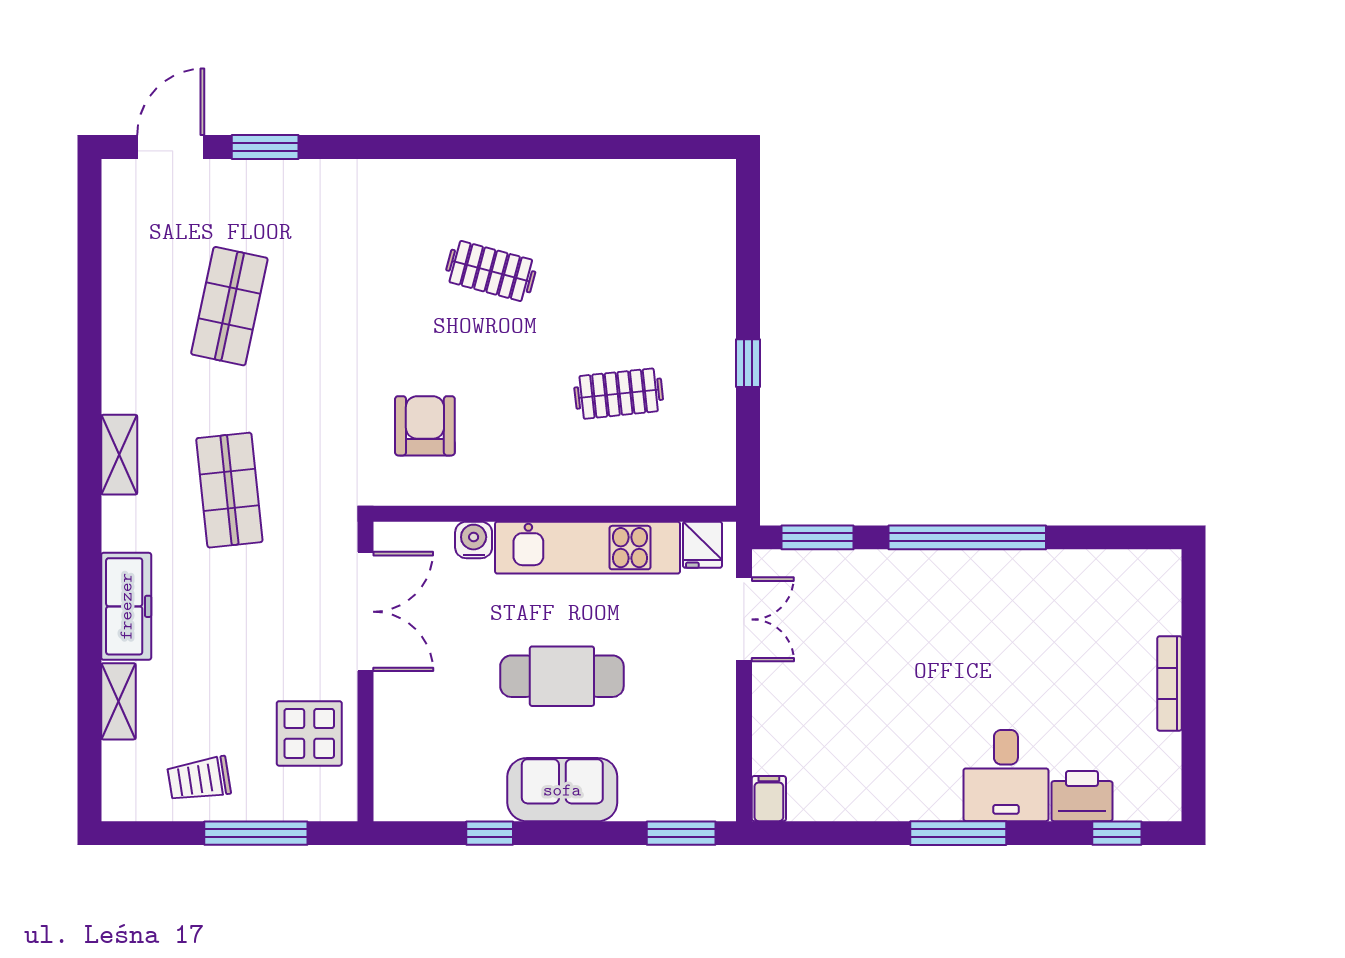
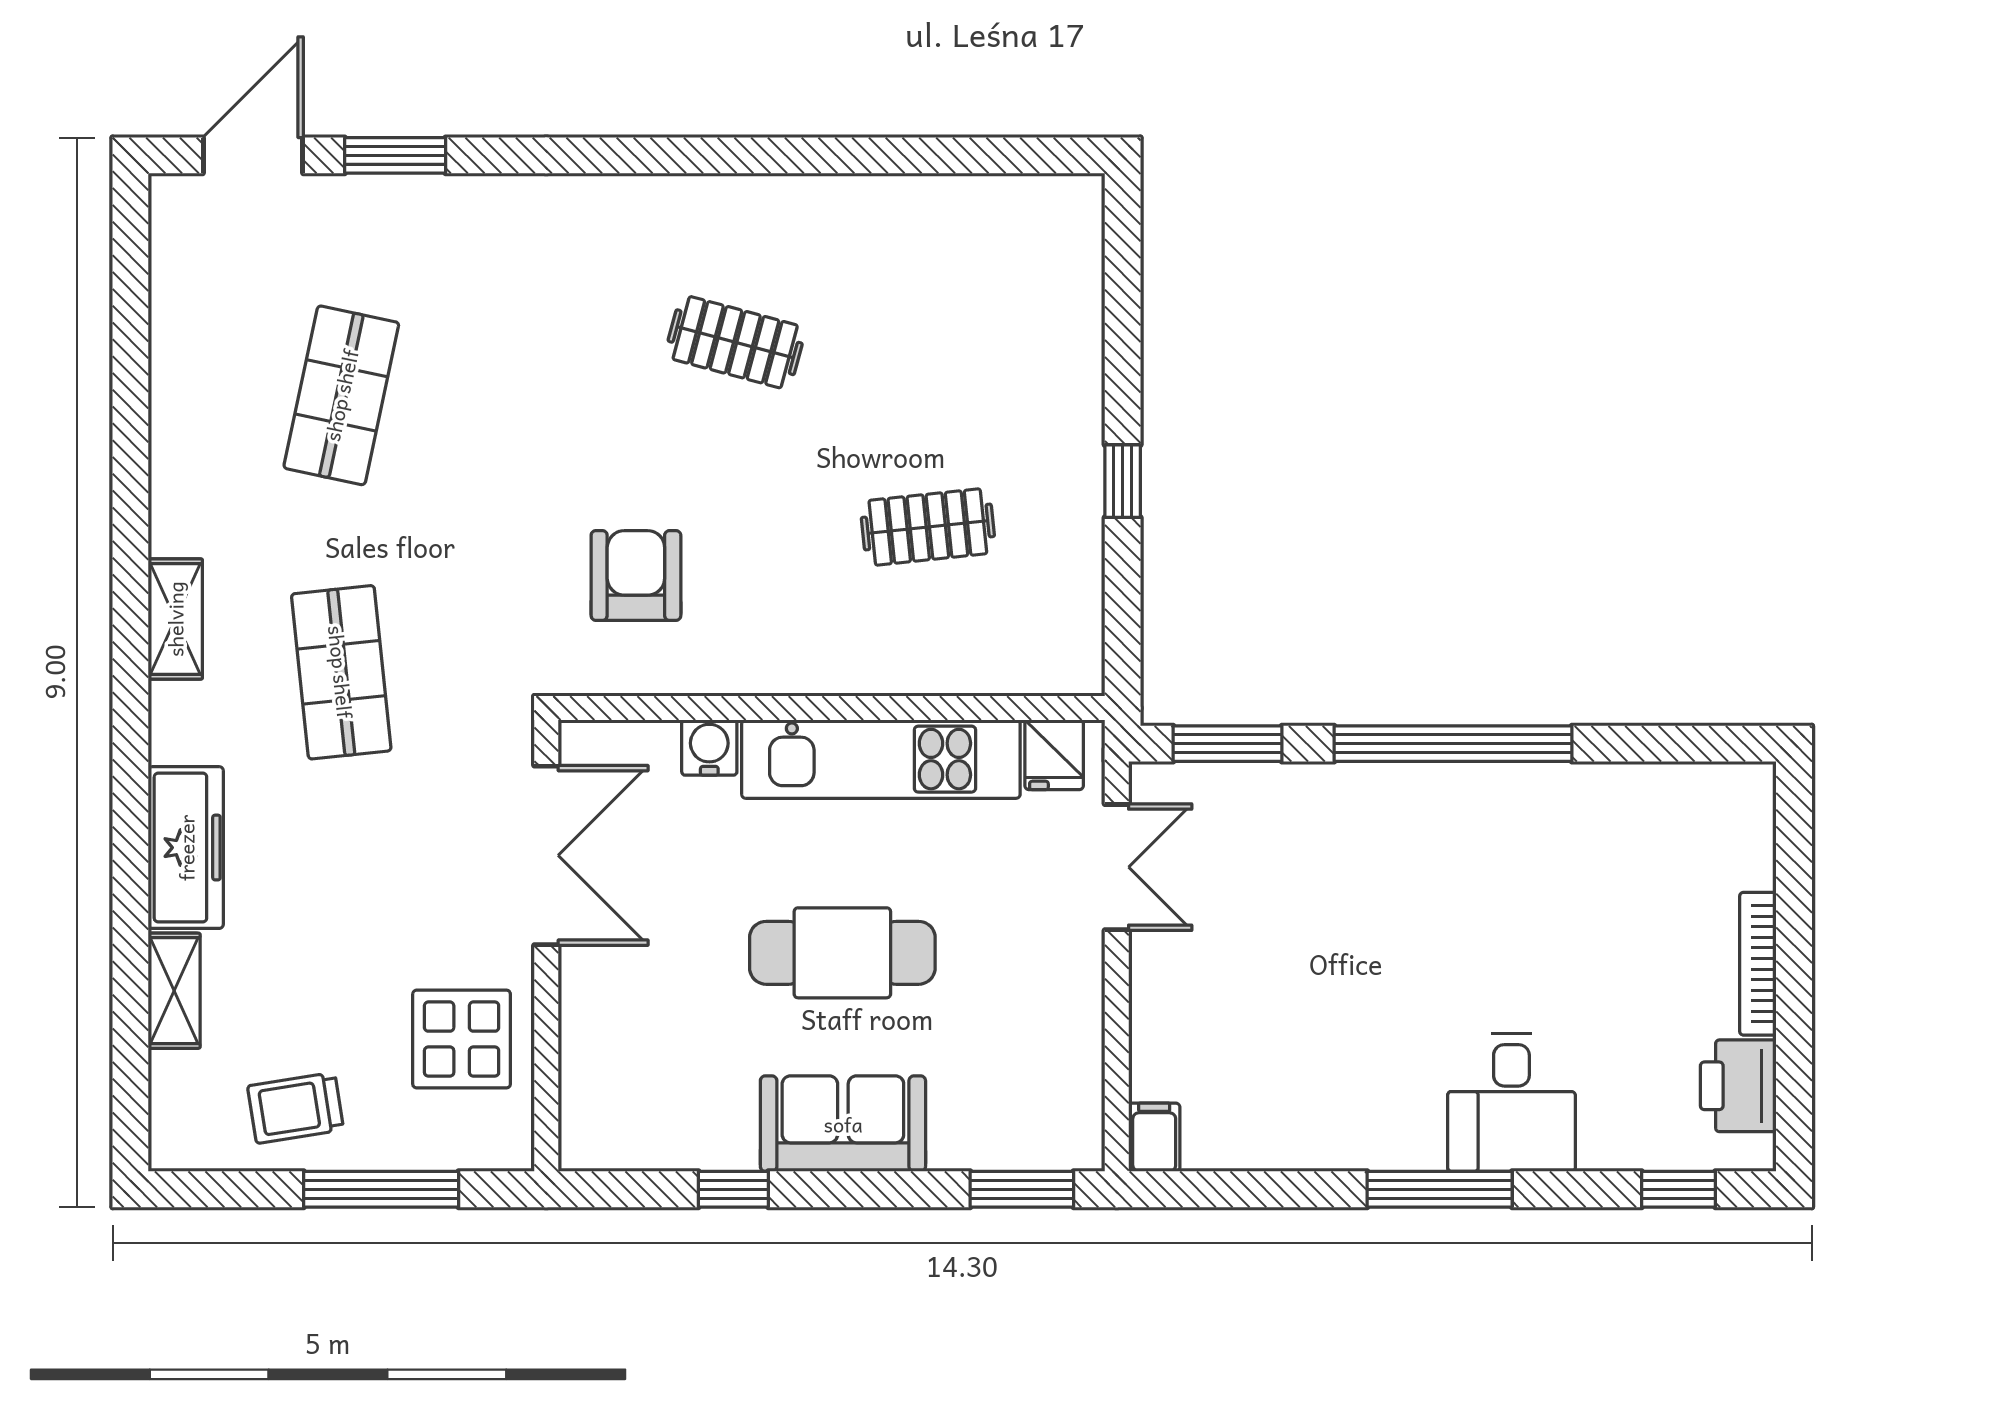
printer: (1082, 796) -> (1738, 1086), moved, turned -90

